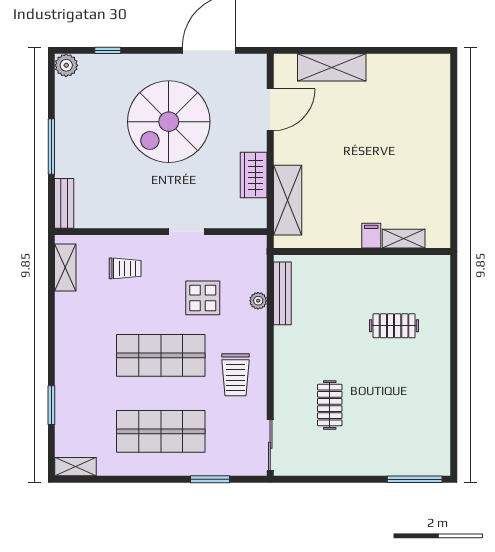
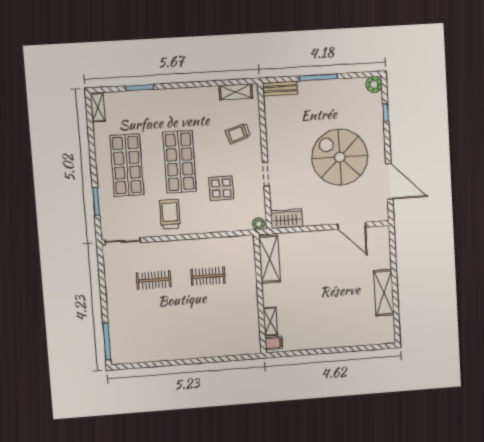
shelving: (332, 67) -> (384, 293), moved
wardrobe: (254, 175) -> (286, 219), moved
shelving: (288, 200) -> (269, 259), moved, turned 90
filing cabinet: (371, 236) -> (274, 343), moved
trolley: (125, 268) -> (238, 133), turned 72
bench: (282, 293) -> (228, 242), removed
plant: (258, 301) -> (259, 224), moved
clothes rail: (394, 326) -> (208, 276), moved, turned 90
trolley: (235, 375) -> (170, 214), turned 90

